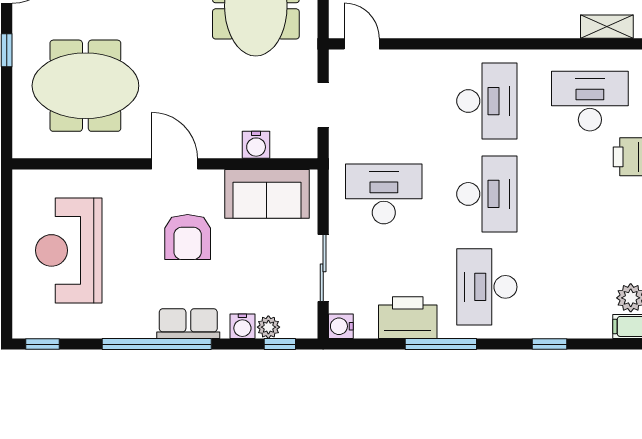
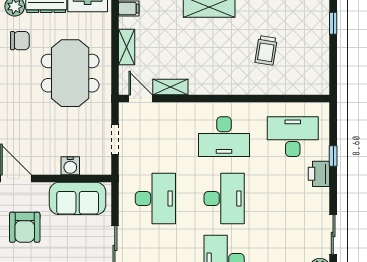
shelving: (607, 27) -> (170, 87), moved
desk: (487, 101) -> (224, 137), turned 90
desk: (384, 194) -> (155, 199), turned 90

